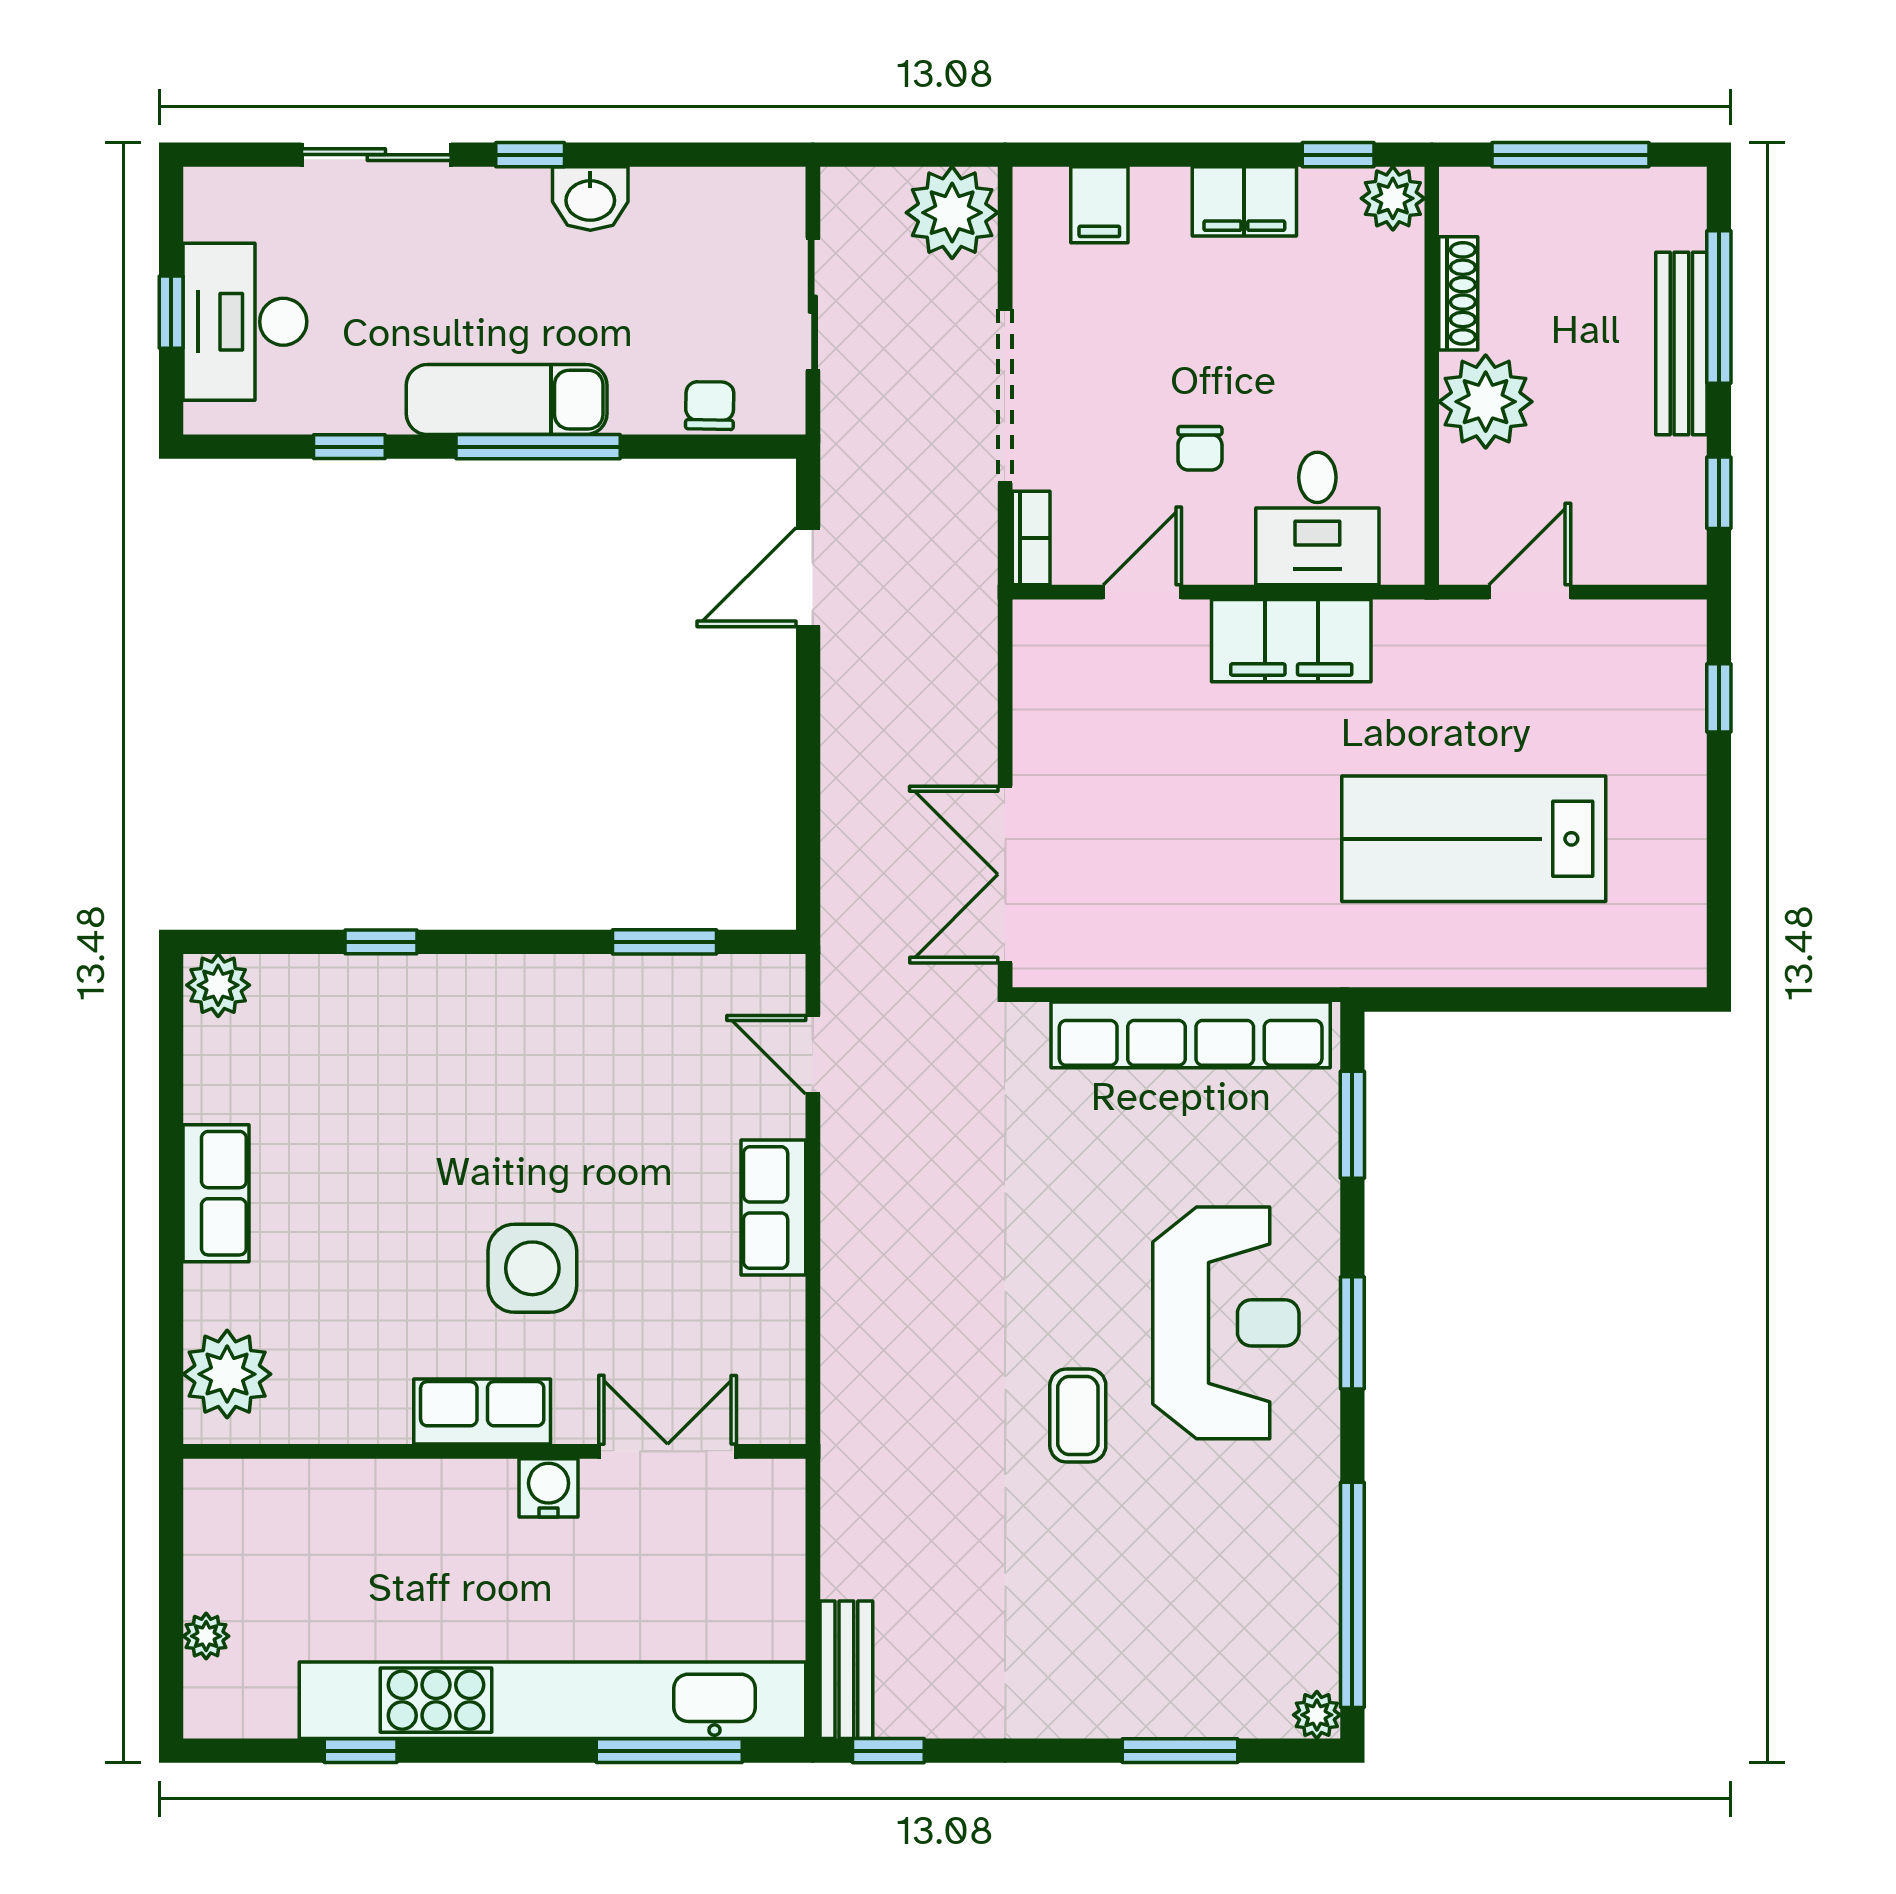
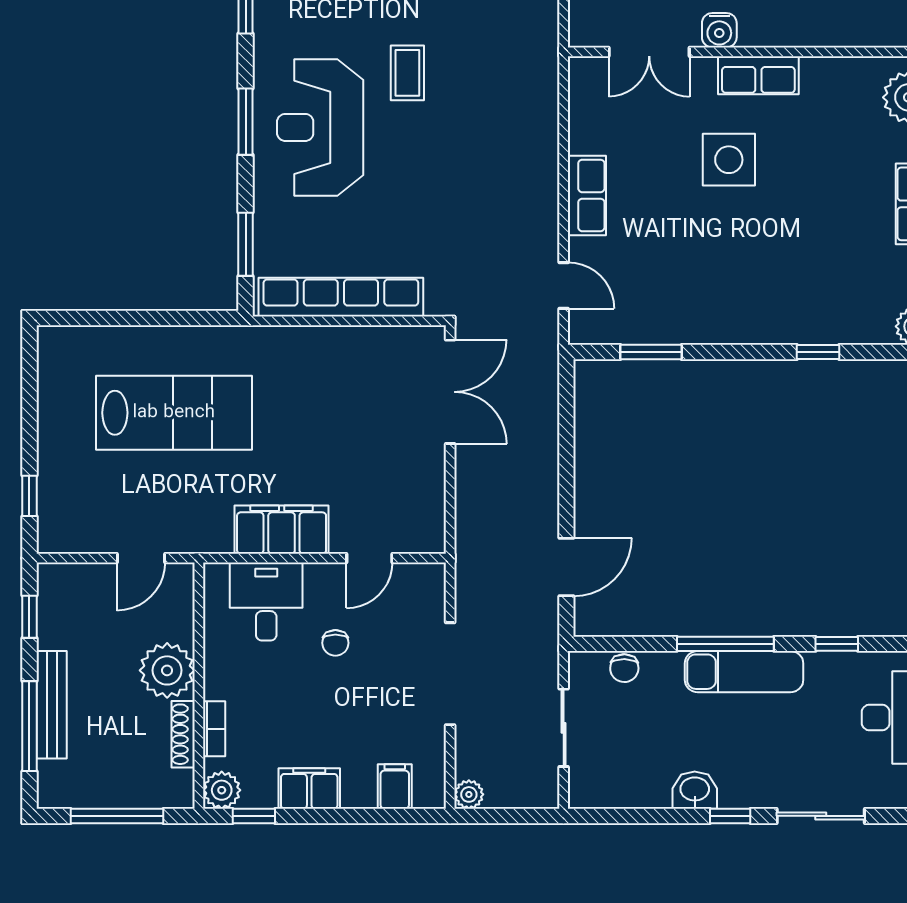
plant: (952, 213) -> (469, 794), width x0.53, depth x0.53
chair: (1200, 448) -> (335, 643), turned 180
bookcase: (1031, 538) -> (214, 729), moved, turned 180

